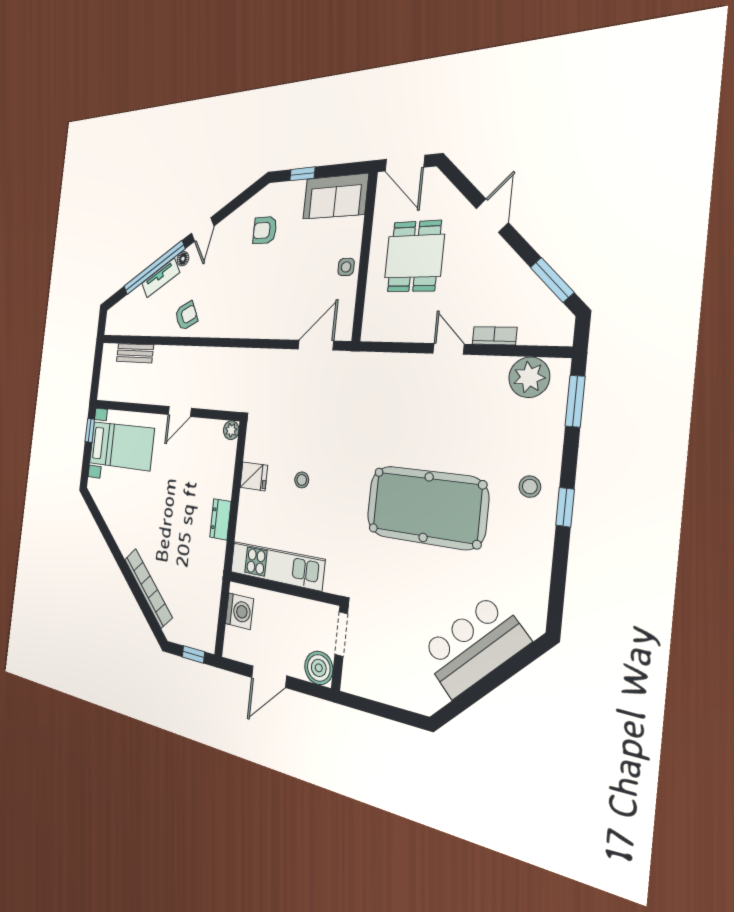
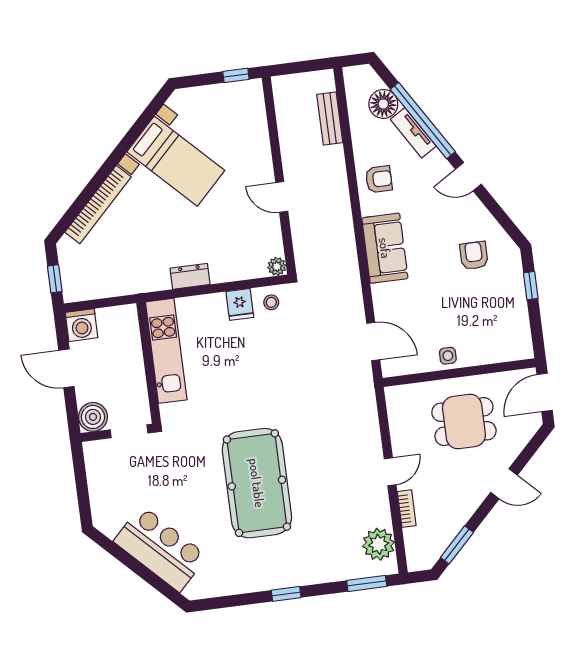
sofa: (335, 196) -> (385, 248), moved, turned 180
floor lamp: (183, 259) -> (383, 104), moved, width x1.89, depth x1.89
armchair: (186, 316) -> (379, 179), turned -63
bed with nightstands: (121, 446) -> (176, 161), moved, turned -45
stool: (302, 480) -> (271, 302), moved
stool: (530, 487) -> (295, 564), removed
washing machine: (239, 611) -> (82, 325), moved

